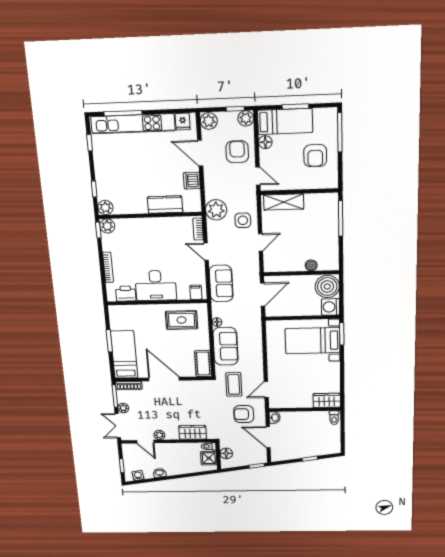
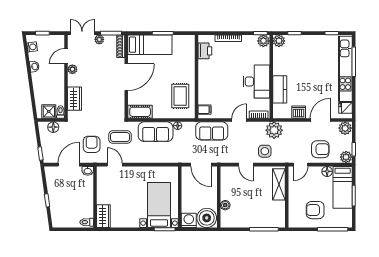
desk: (156, 286) -> (256, 81), moved, turned 180

